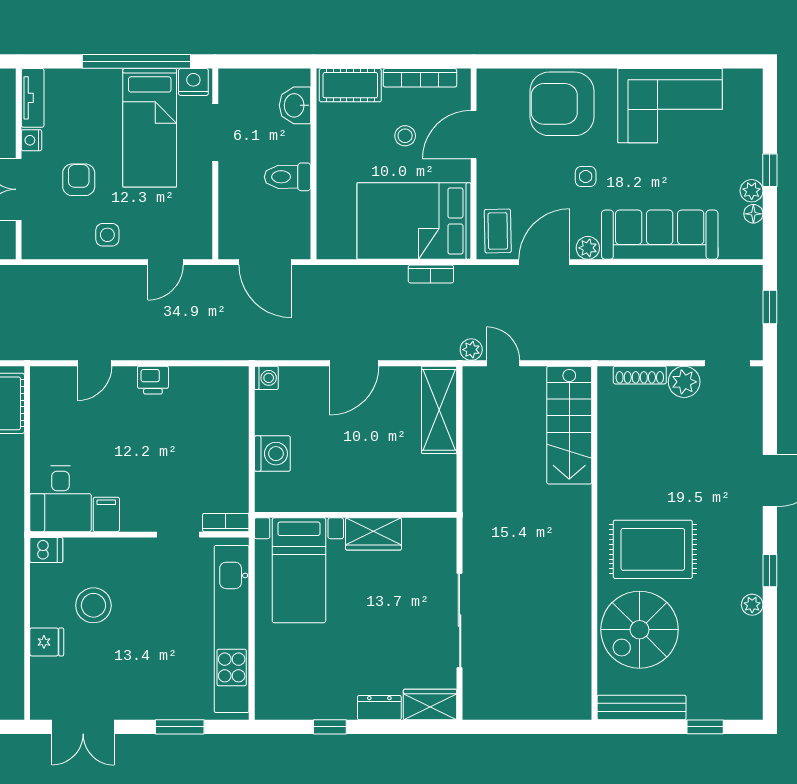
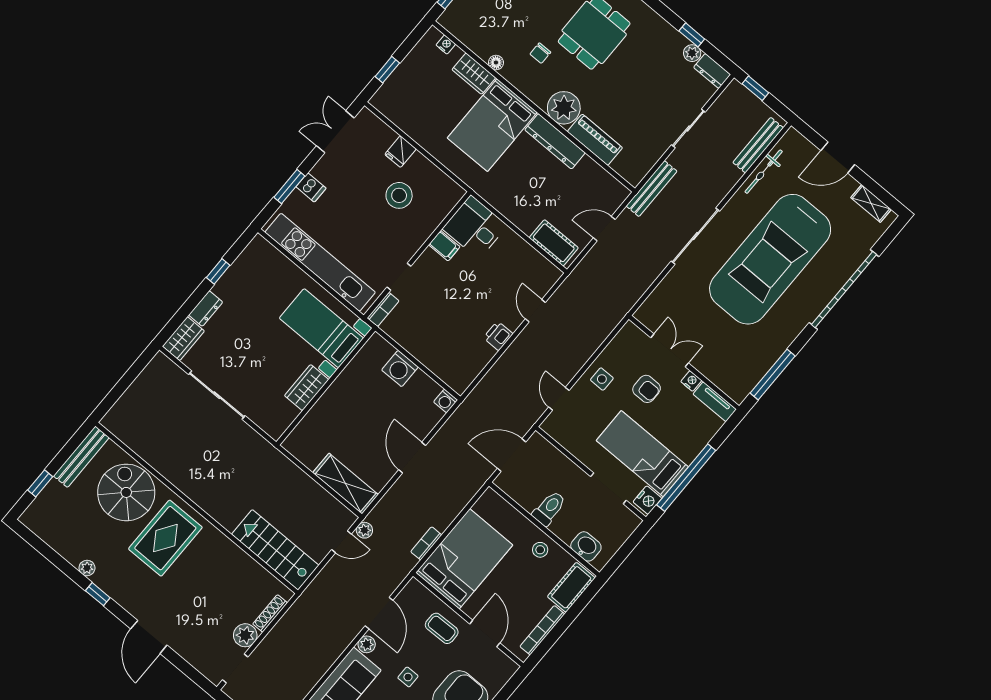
stool: (405, 136) -> (540, 550), moved
coffee table: (498, 231) -> (442, 628), moved
dishwasher: (46, 550) -> (311, 187), moved, turned -90

